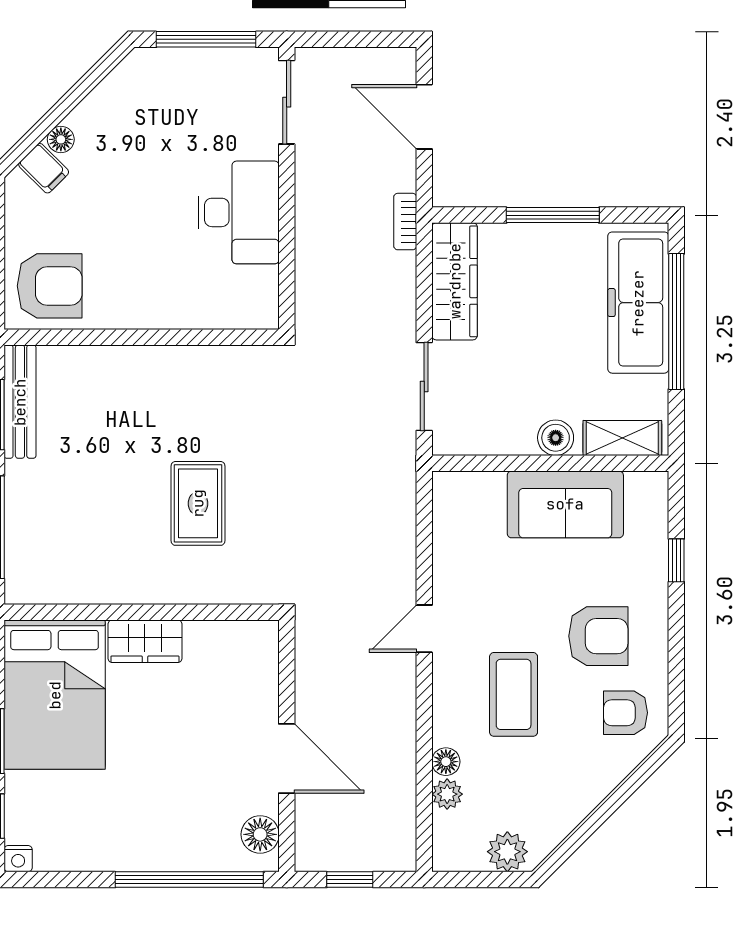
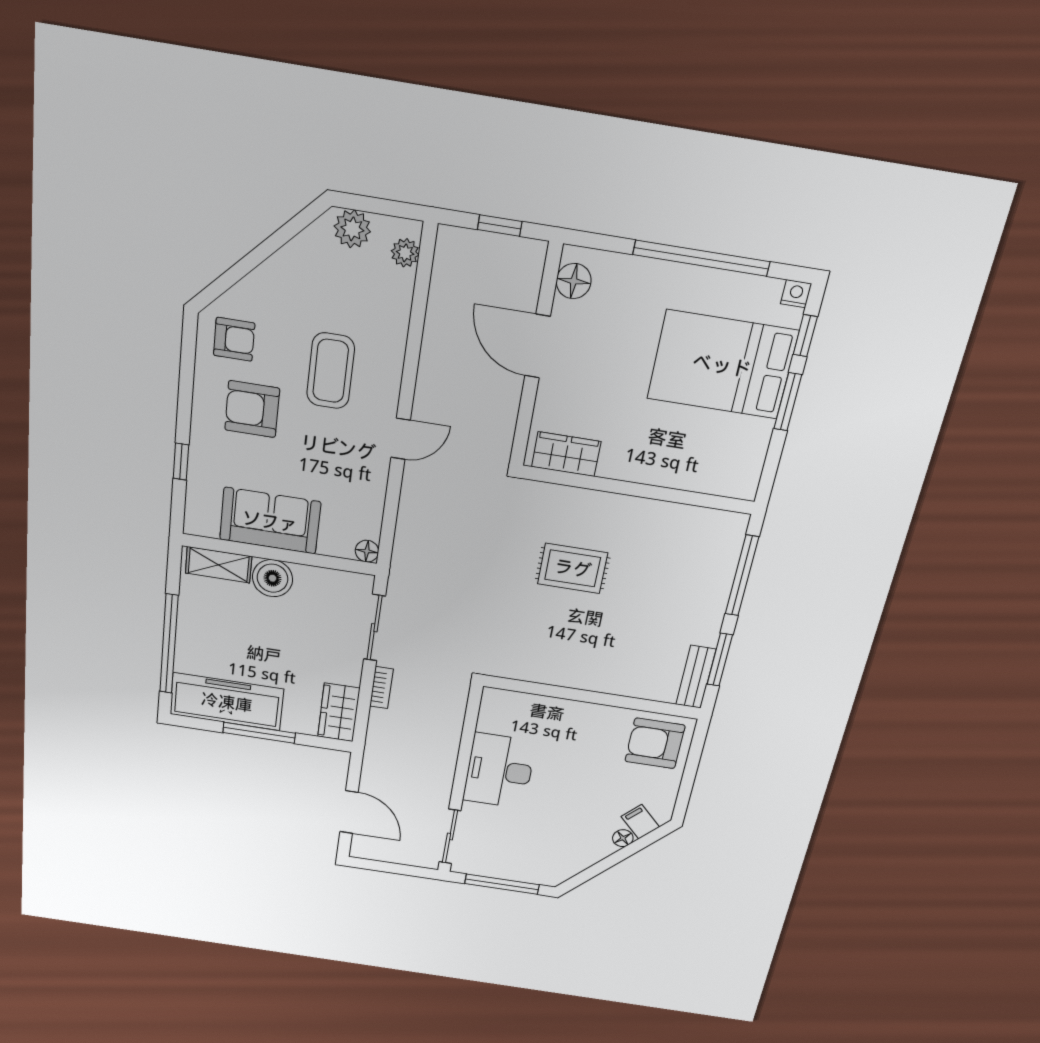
bookcase: (405, 222) -> (381, 688), moved
wardrobe: (455, 281) -> (339, 712), width x0.67
freezer: (638, 303) -> (227, 702), moved, turned -90
bench: (20, 402) -> (696, 677), width x0.73
boiler: (556, 438) -> (272, 578), width x1.36, depth x1.36
rug: (198, 503) -> (573, 568), turned 90
wardrobe: (145, 641) -> (566, 454), moved
bed: (55, 695) -> (722, 365), moved, turned -90
floor lamp: (446, 762) -> (367, 551), moved
plant: (447, 794) -> (405, 253), moved
window: (189, 880) -> (701, 258), moved

